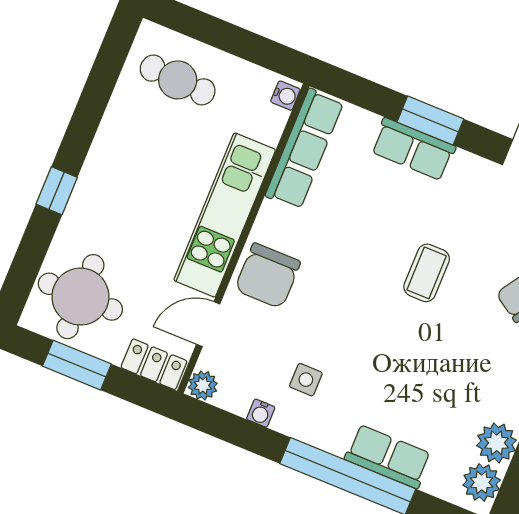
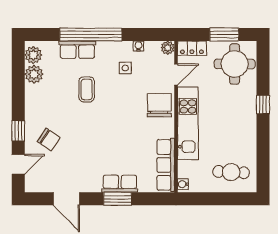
coffee table: (427, 273) -> (87, 89), moved

